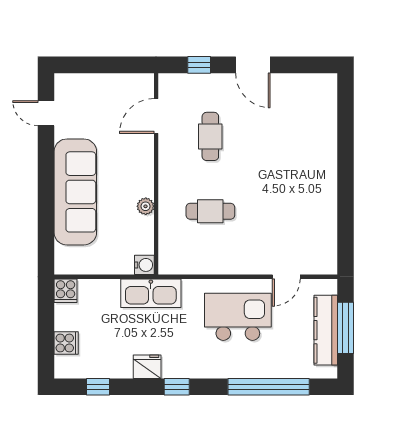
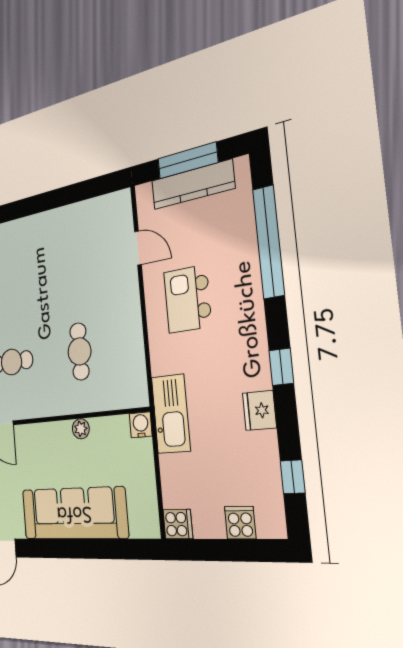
kitchen island: (238, 317) -> (187, 299), width x0.73, depth x0.78

